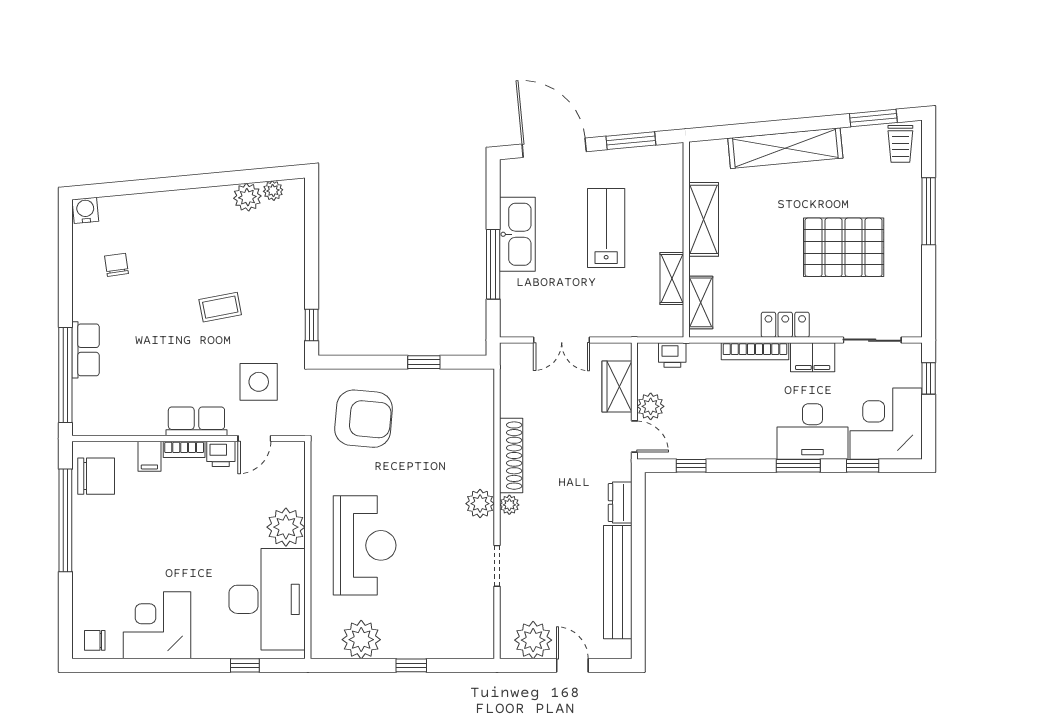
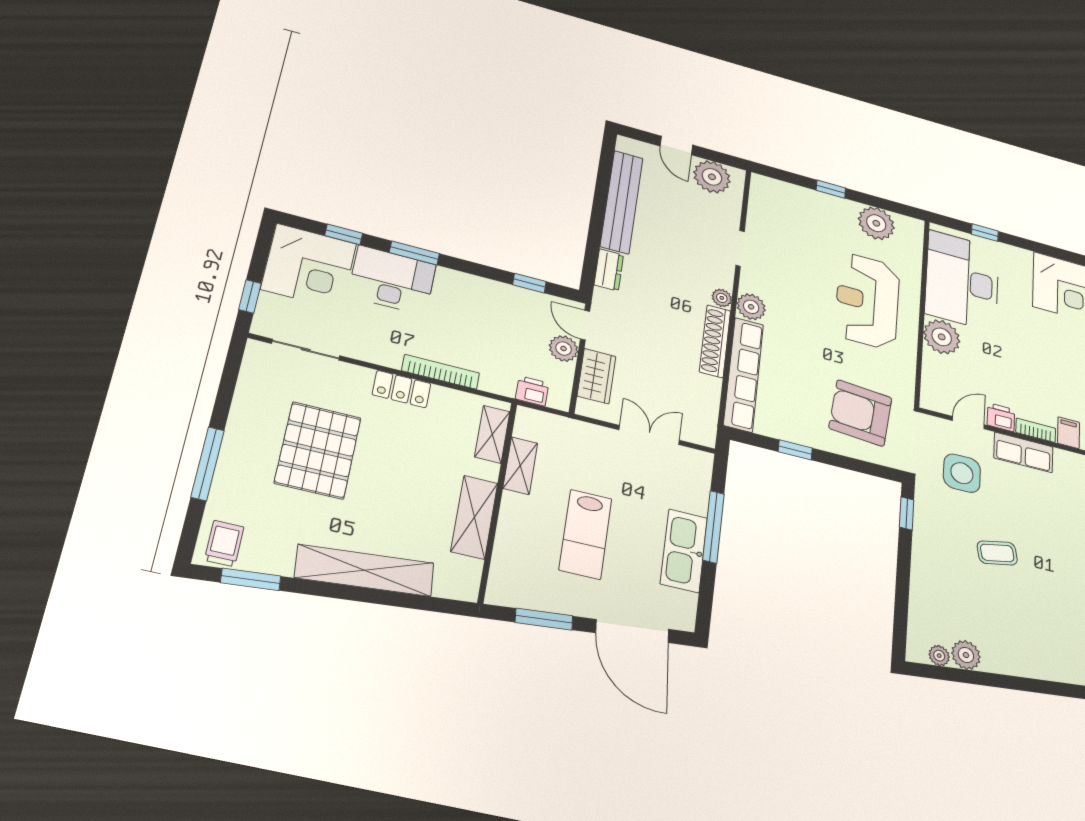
pallet: (844, 247) -> (318, 450), turned 90
filing cabinet: (813, 357) -> (377, 350), removed
row of seats: (480, 428) -> (744, 374), added

